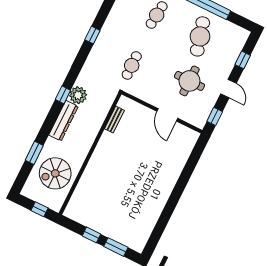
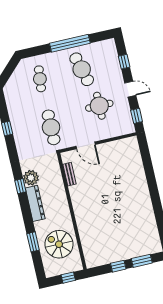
cafe table: (132, 65) -> (51, 127), width x1.37, depth x1.35
door: (167, 115) -> (86, 145), moved
spiral stairs: (55, 173) -> (59, 244), turned 90

